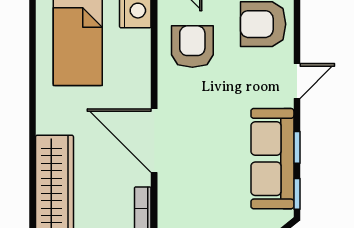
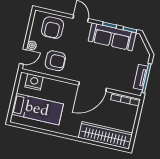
armchair: (192, 46) -> (55, 61), turned 180

